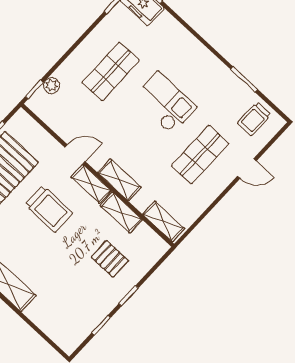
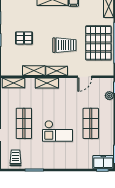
door: (75, 154) -> (85, 77), moved
trolley: (49, 209) -> (64, 45), turned 180
pallet: (110, 259) -> (24, 38), moved

